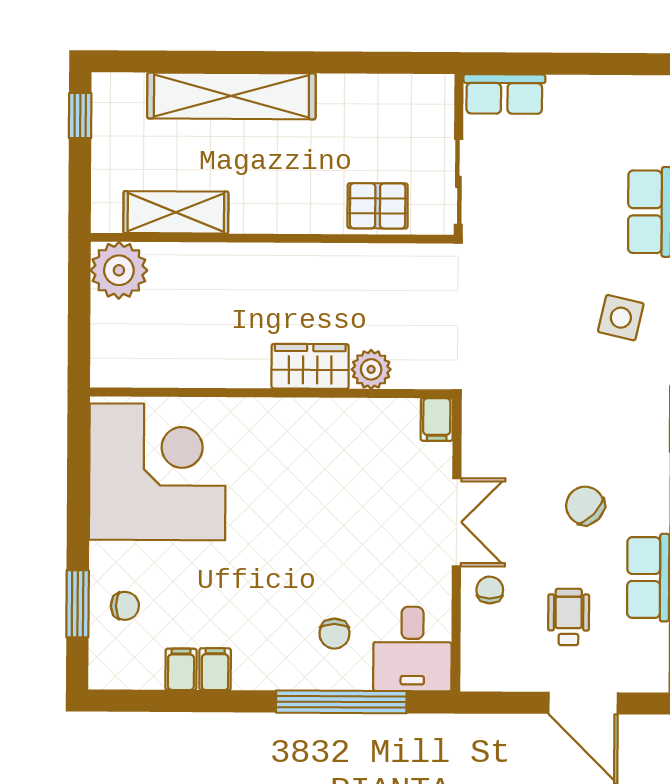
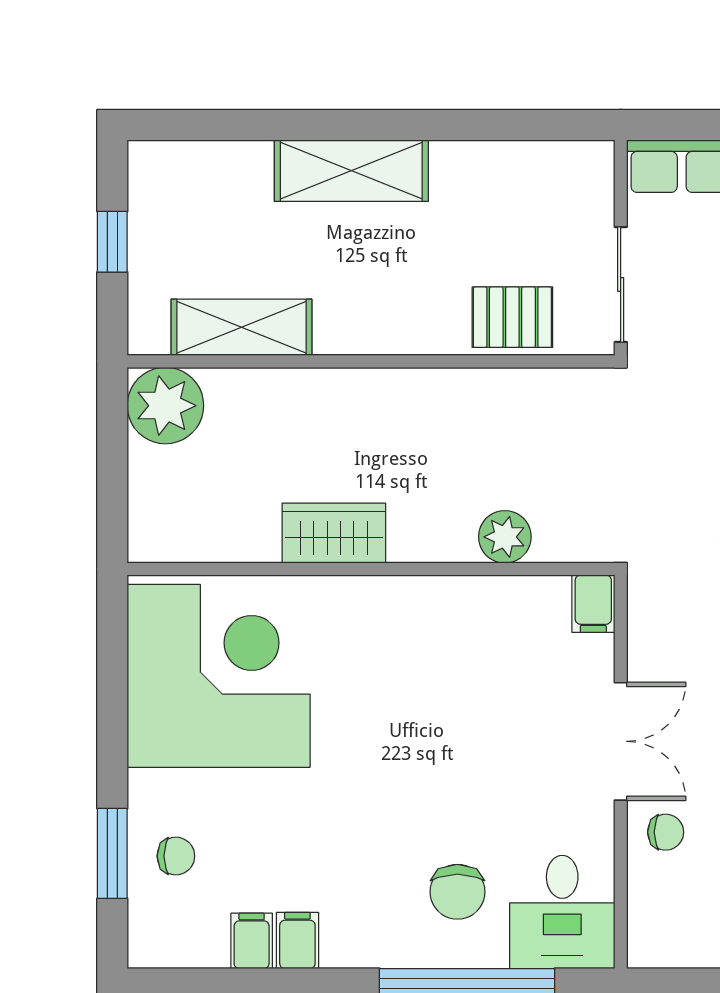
shelving: (231, 96) -> (351, 171), width x0.68
window: (80, 116) -> (112, 242), moved
wardrobe: (310, 366) -> (334, 533), moved
chair: (490, 590) -> (666, 832), turned 90
chair: (334, 634) -> (457, 892), width x1.37, depth x1.37

